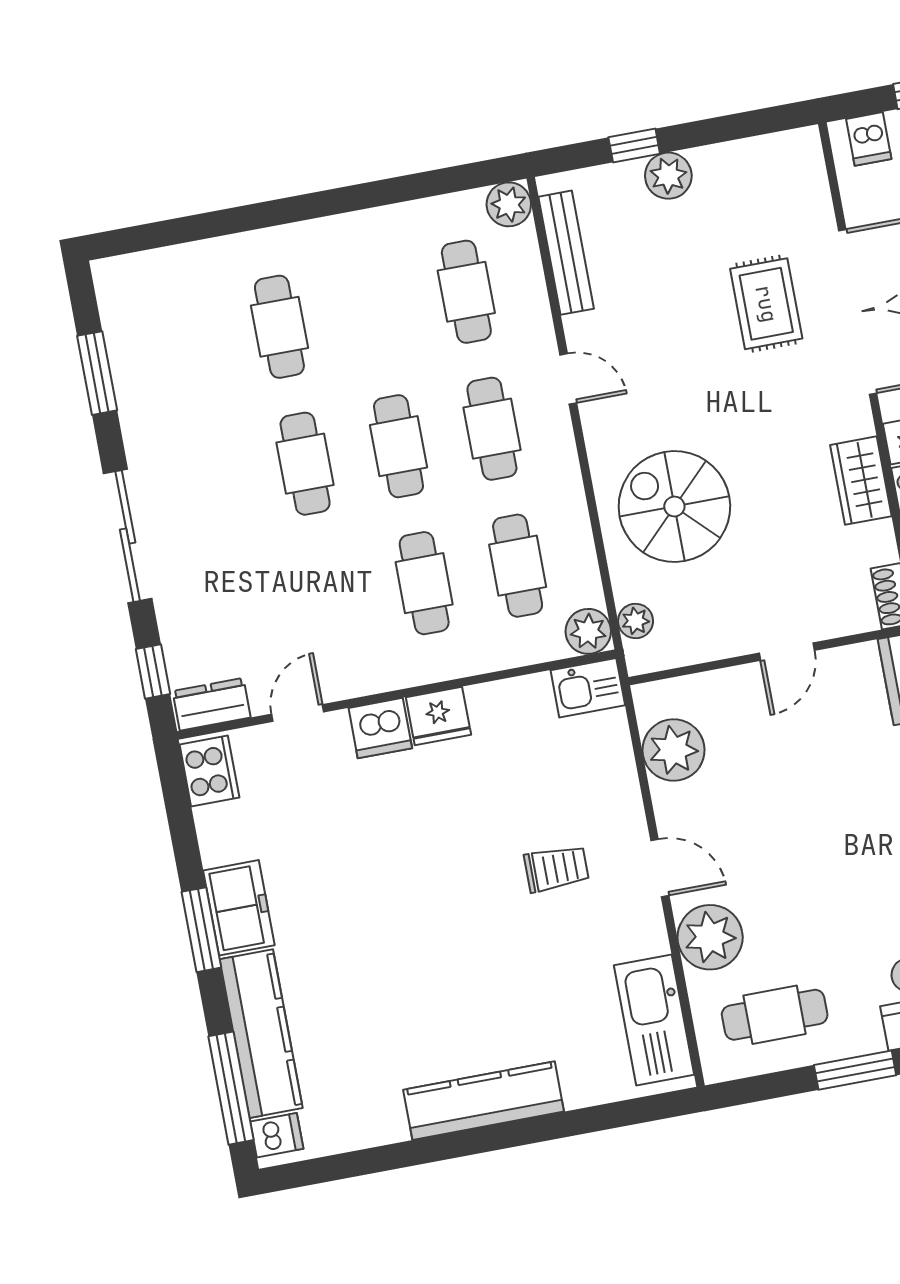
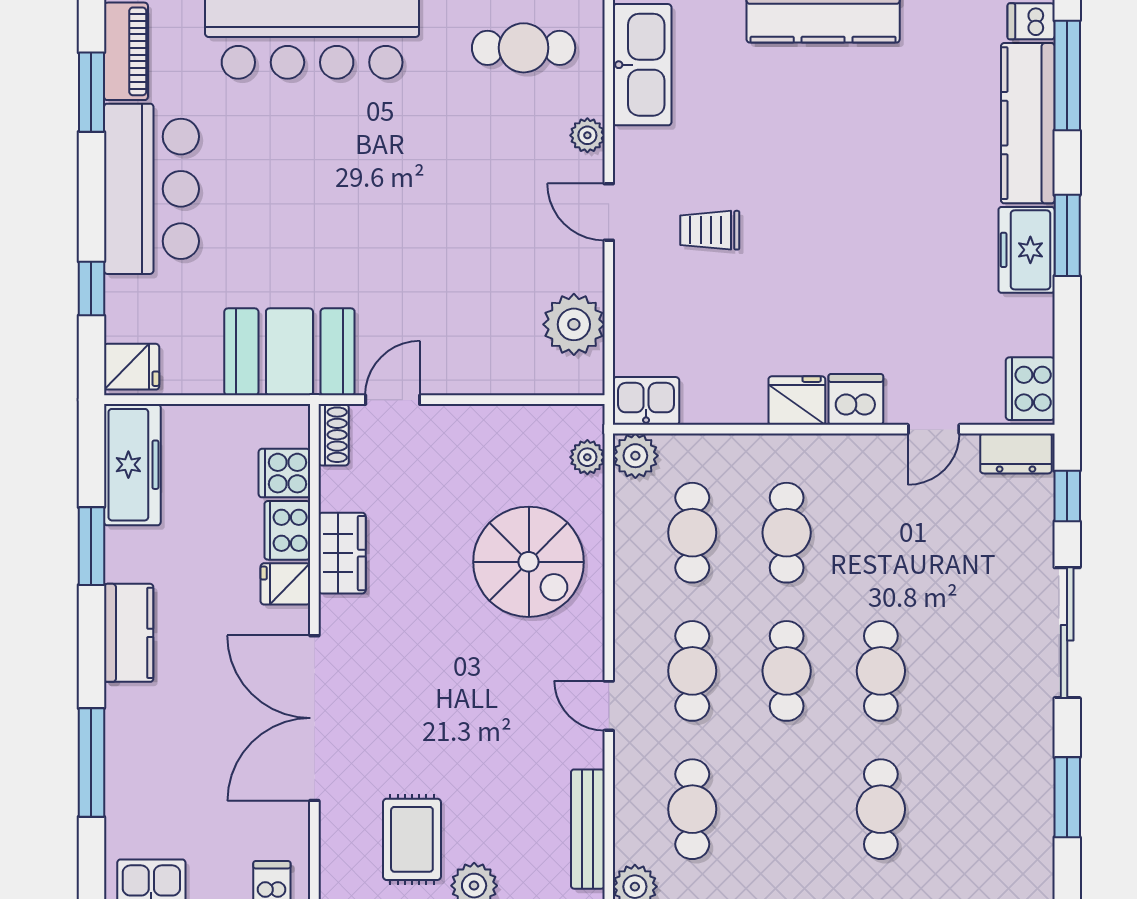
rug: (766, 304) -> (412, 839), moved
door: (787, 652) -> (393, 400), moved
plant: (710, 937) -> (587, 135), width x0.53, depth x0.53

